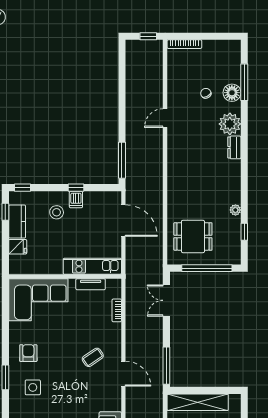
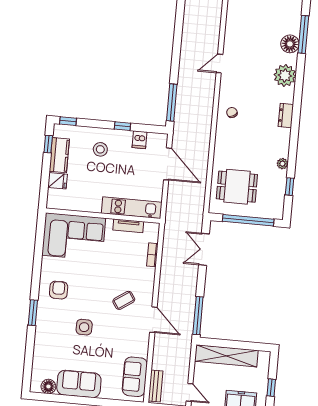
chair: (206, 93) -> (232, 113), moved
dresser: (234, 147) -> (286, 116), moved
dishwasher: (76, 199) -> (140, 140), moved
side table: (33, 387) -> (84, 327), moved

